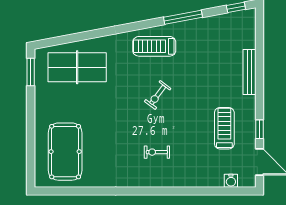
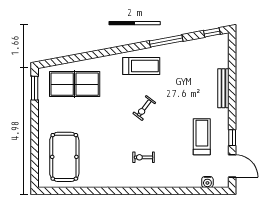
treadmill: (154, 46) -> (141, 66), turned 180

